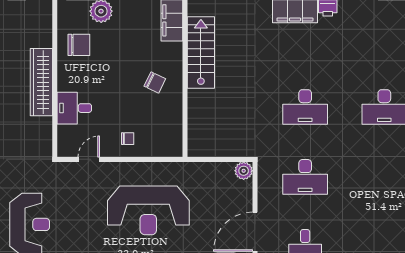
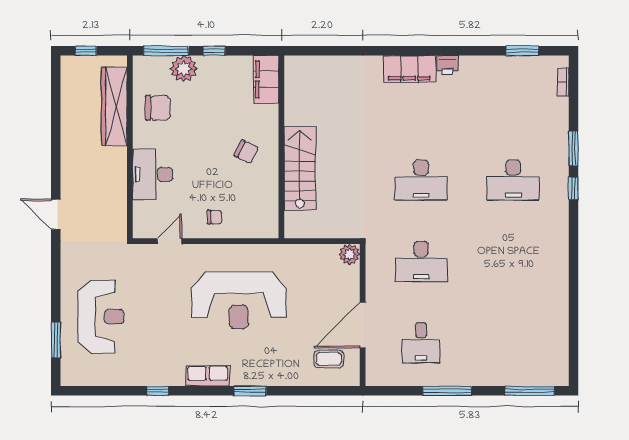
stairs: (201, 52) -> (300, 168), moved
wardrobe: (41, 82) -> (114, 106), moved
desk: (74, 108) -> (153, 174), width x1.37

